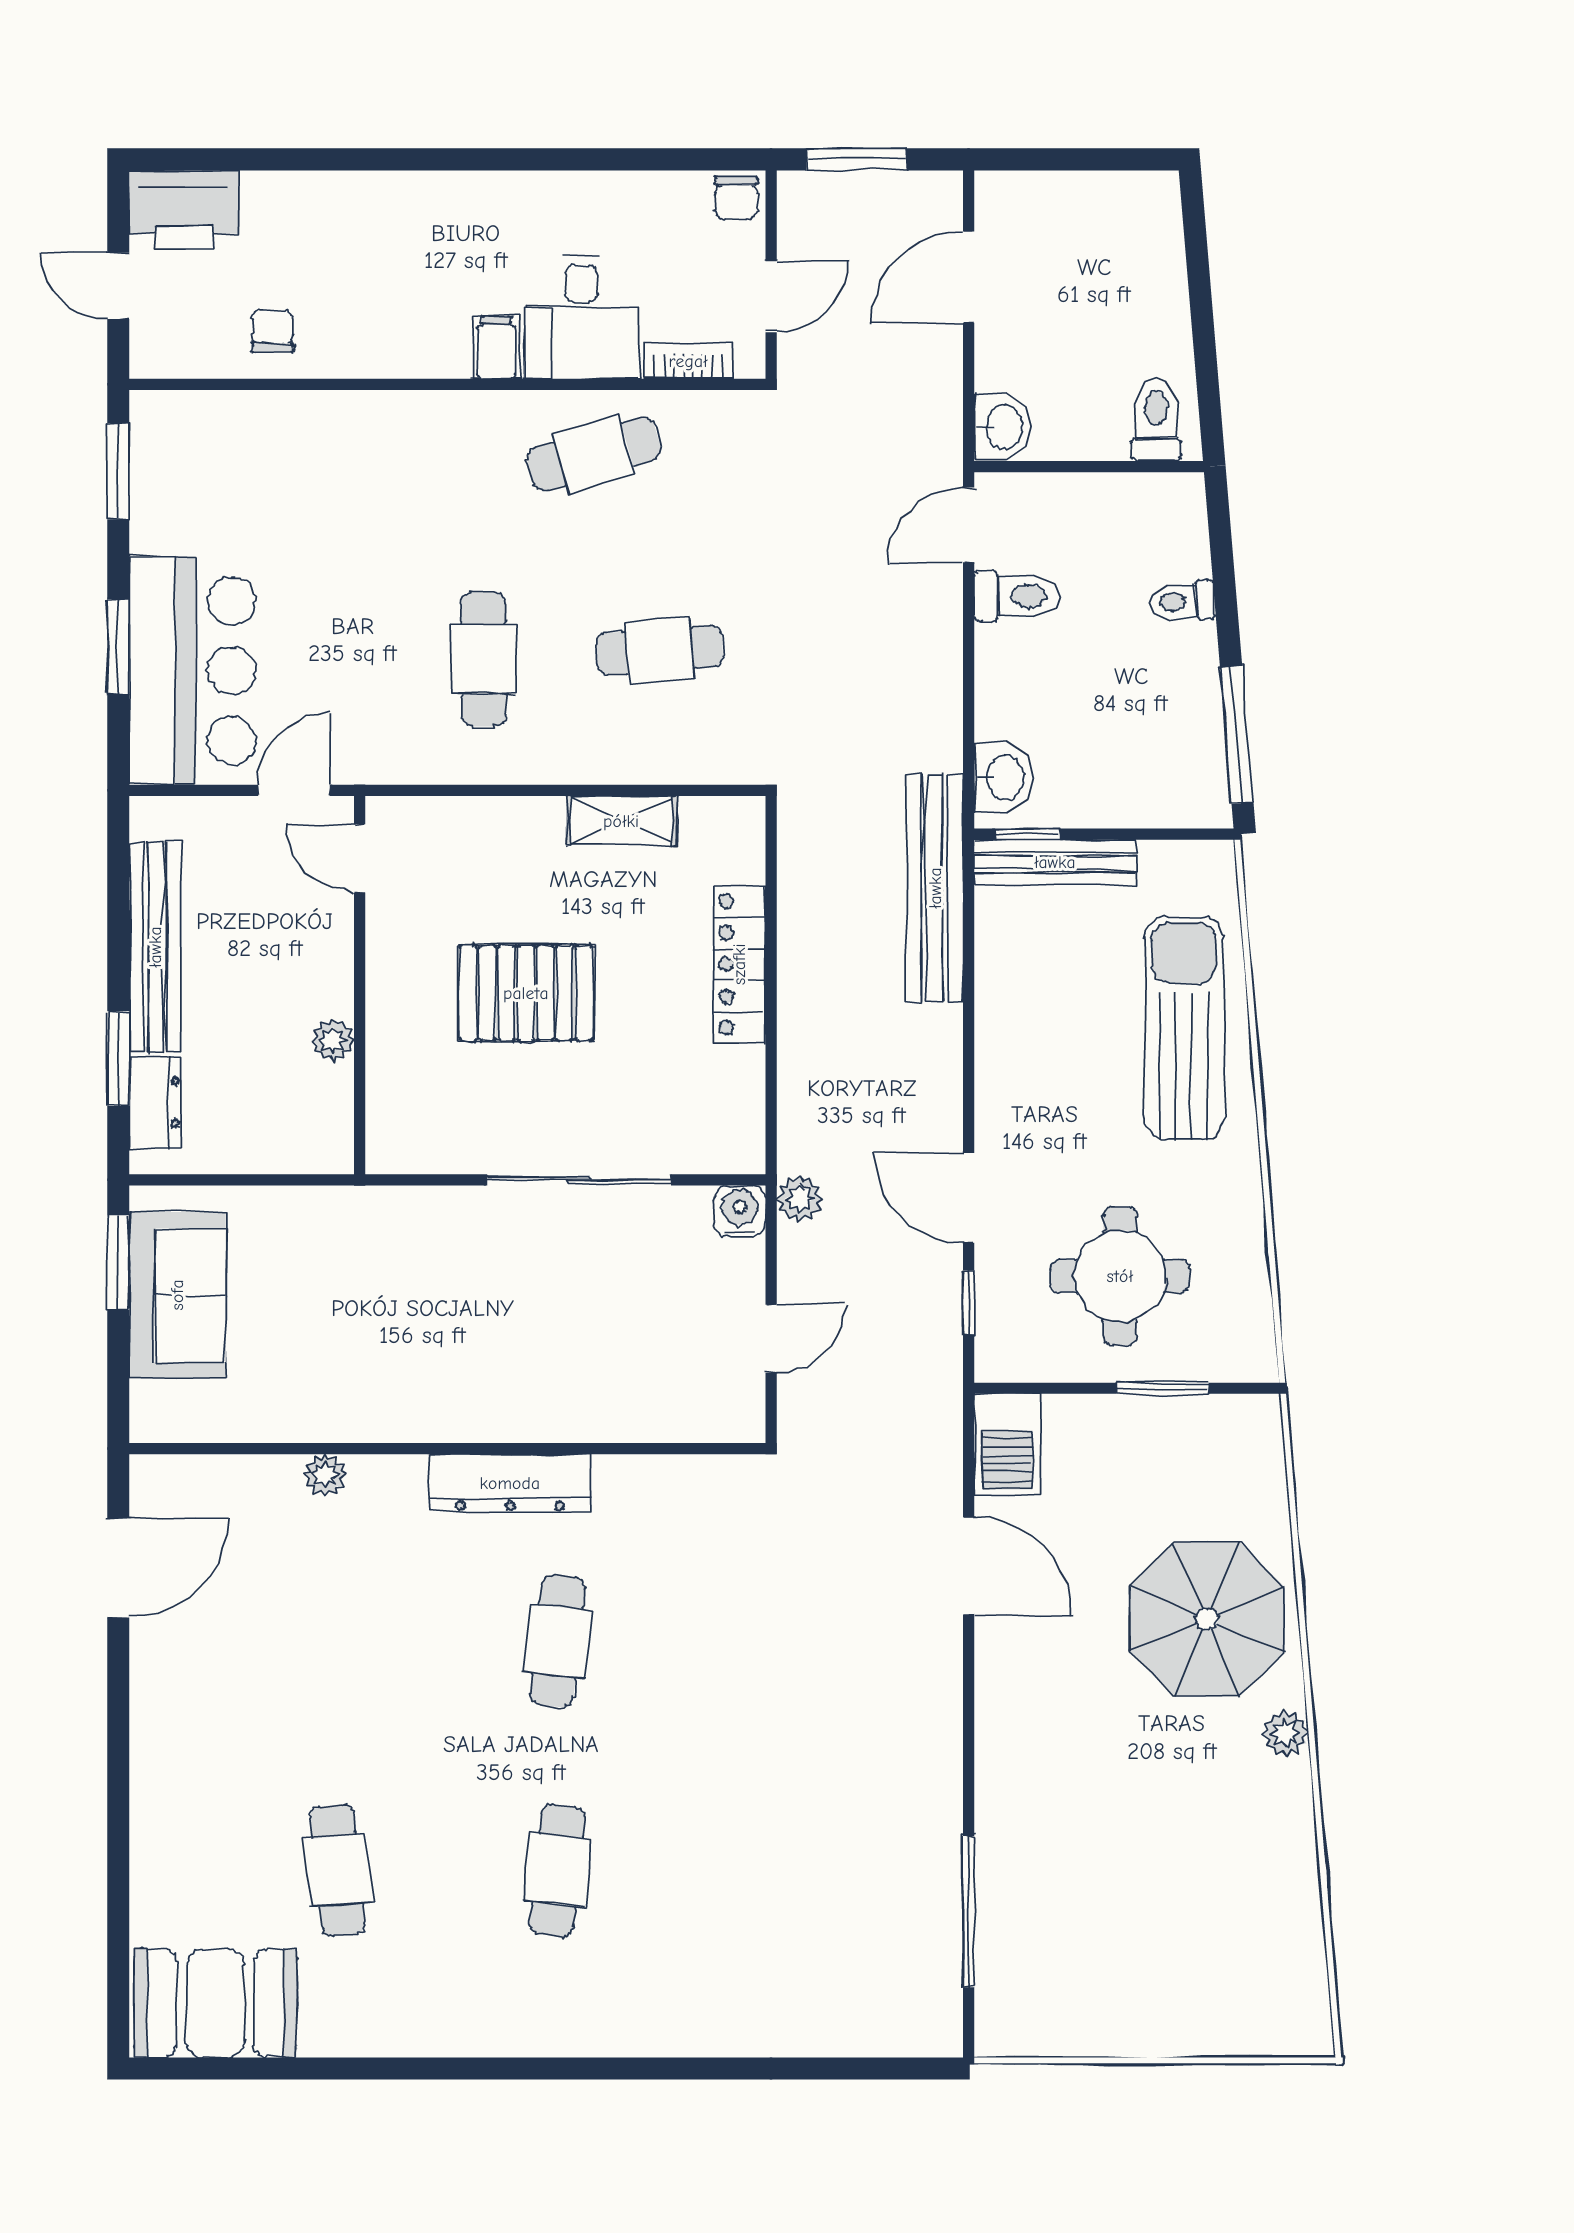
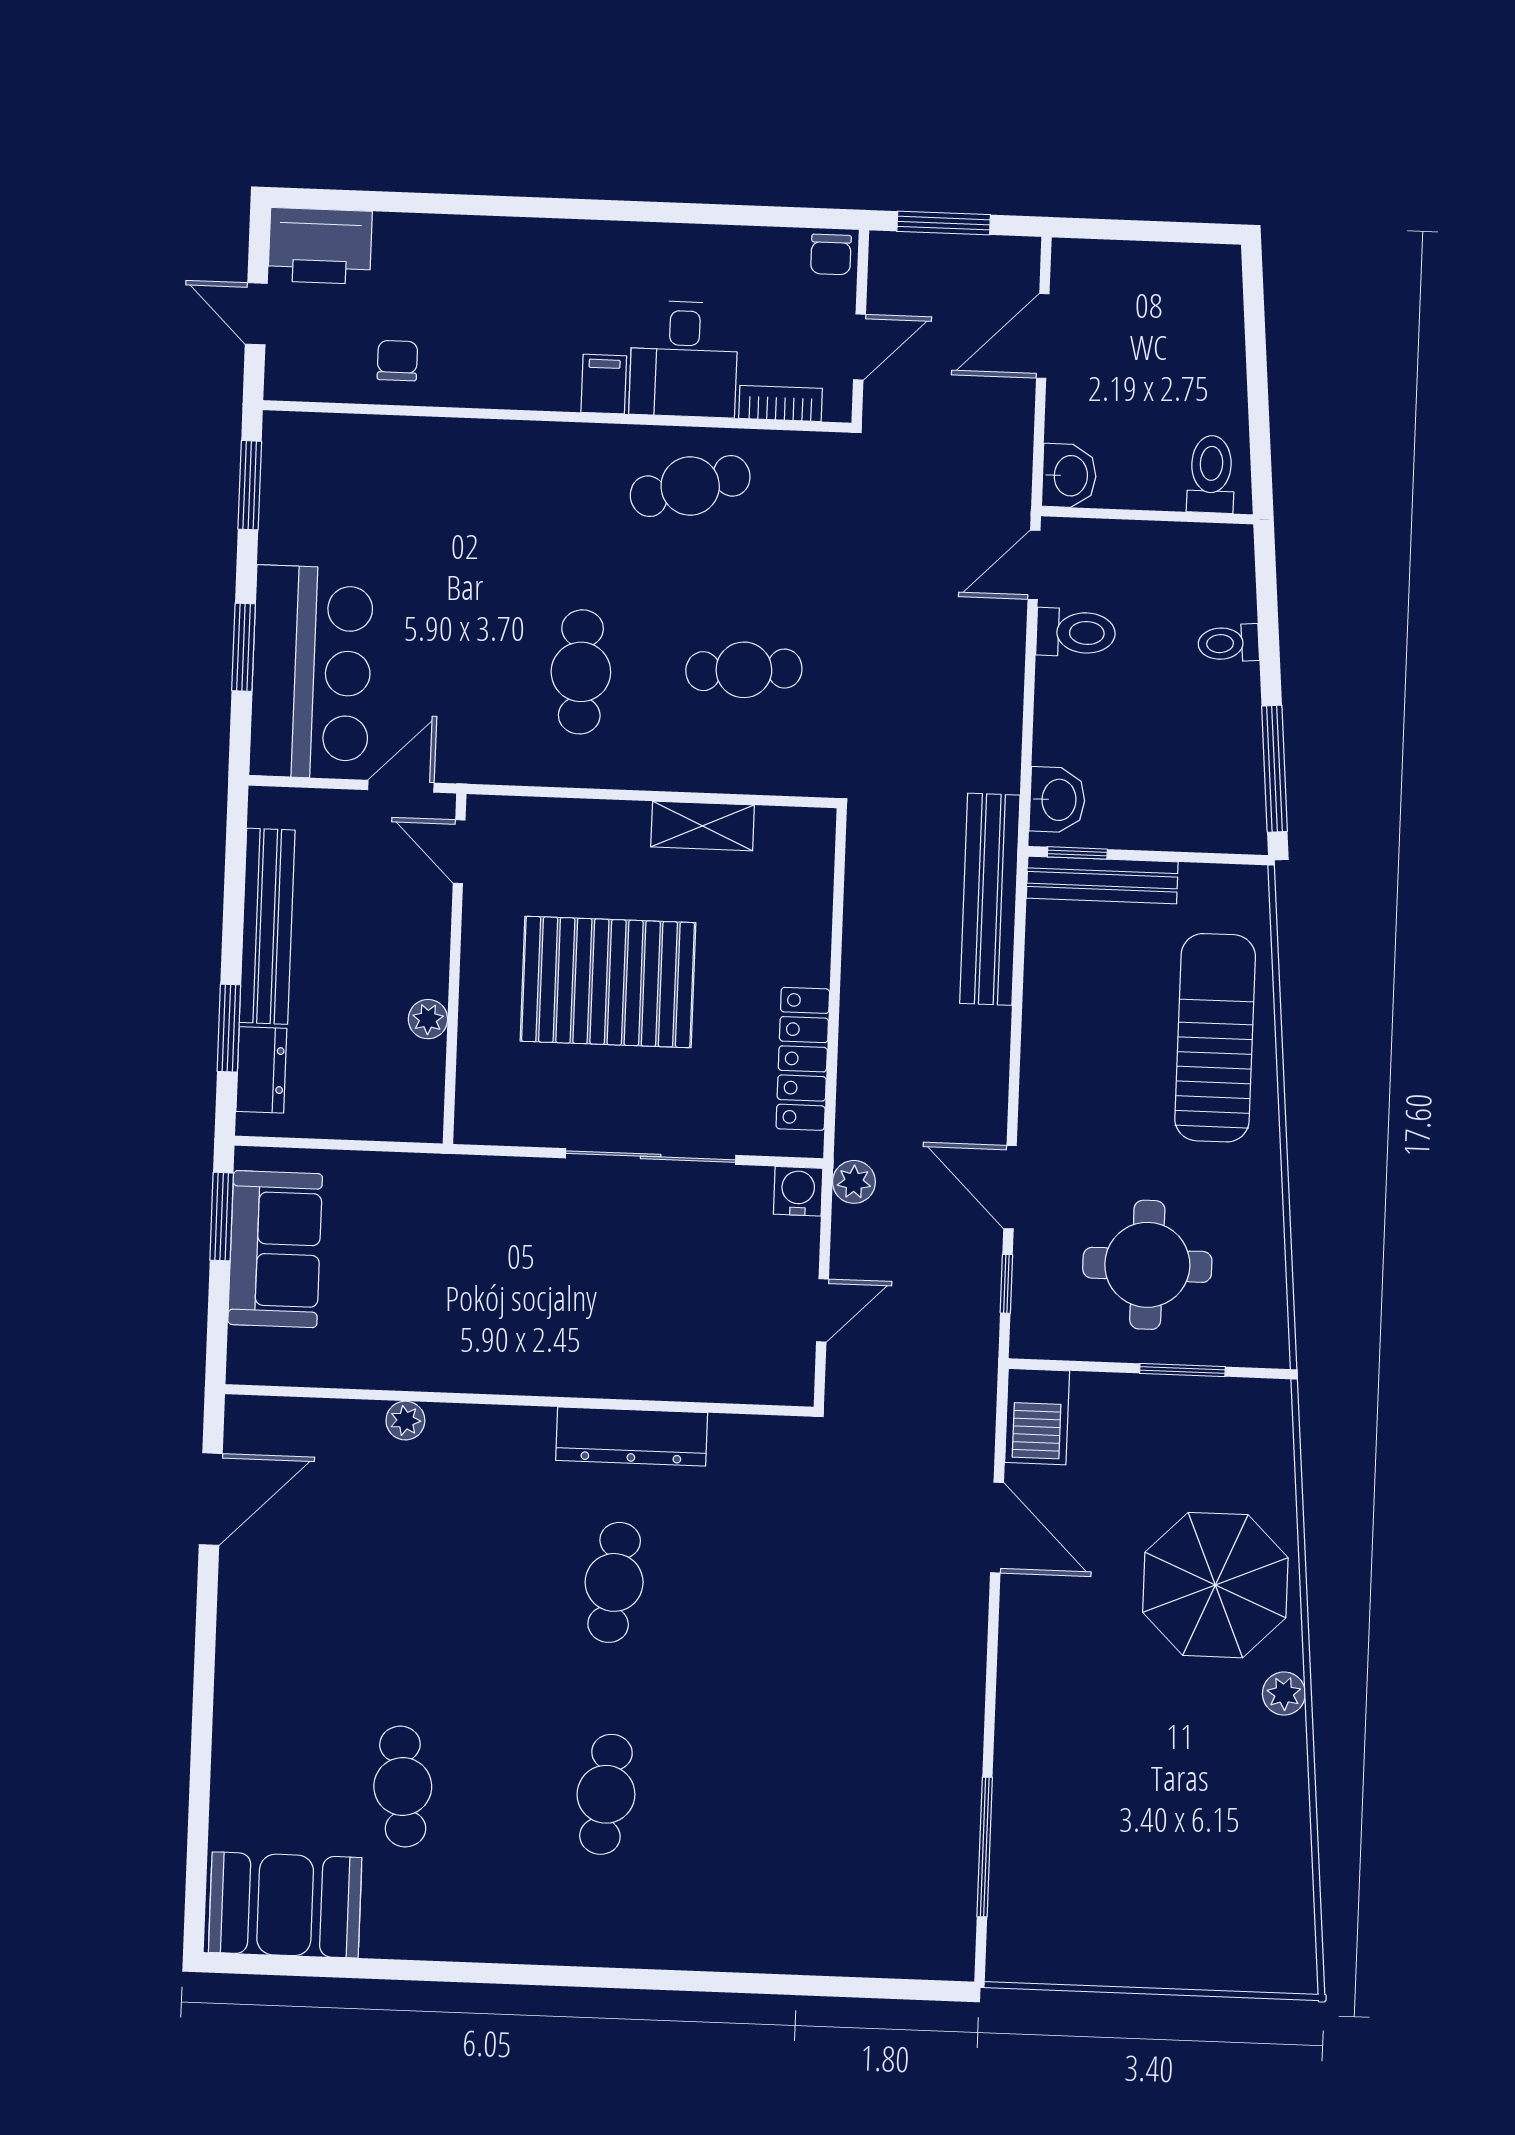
locker: (739, 964) -> (803, 1059), moved
pallet: (526, 993) -> (608, 982), width x1.37, depth x1.41
dresser: (510, 1483) -> (632, 1437), moved

